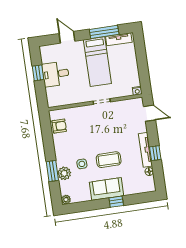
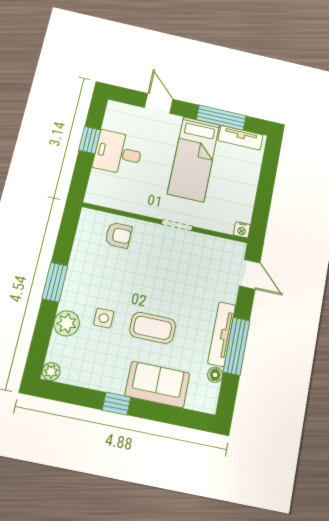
armchair: (59, 126) -> (118, 235), moved
window: (155, 153) -> (237, 346), width x2.17
window: (52, 171) -> (55, 282), moved
sofa: (107, 189) -> (157, 384), moved
window: (116, 202) -> (116, 404), moved

